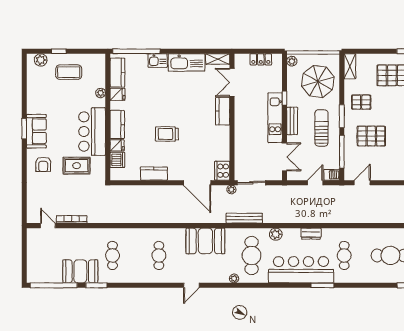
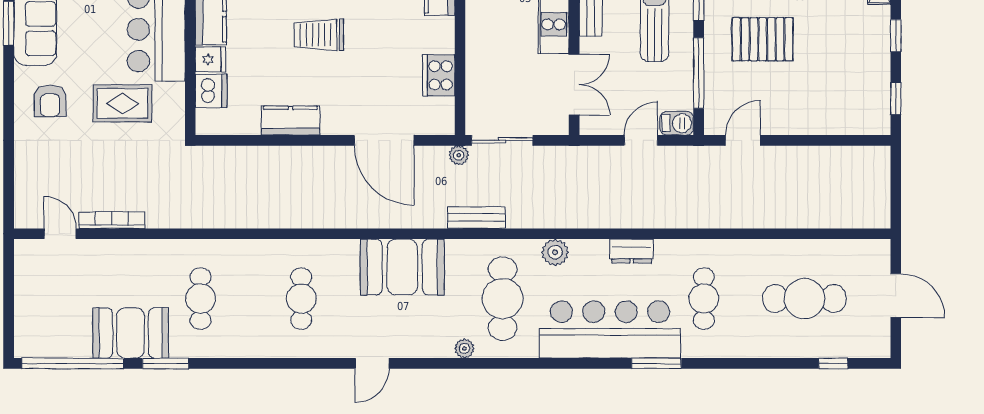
cooker: (222, 171) -> (439, 75), moved
bench: (244, 218) -> (476, 218), width x0.73

